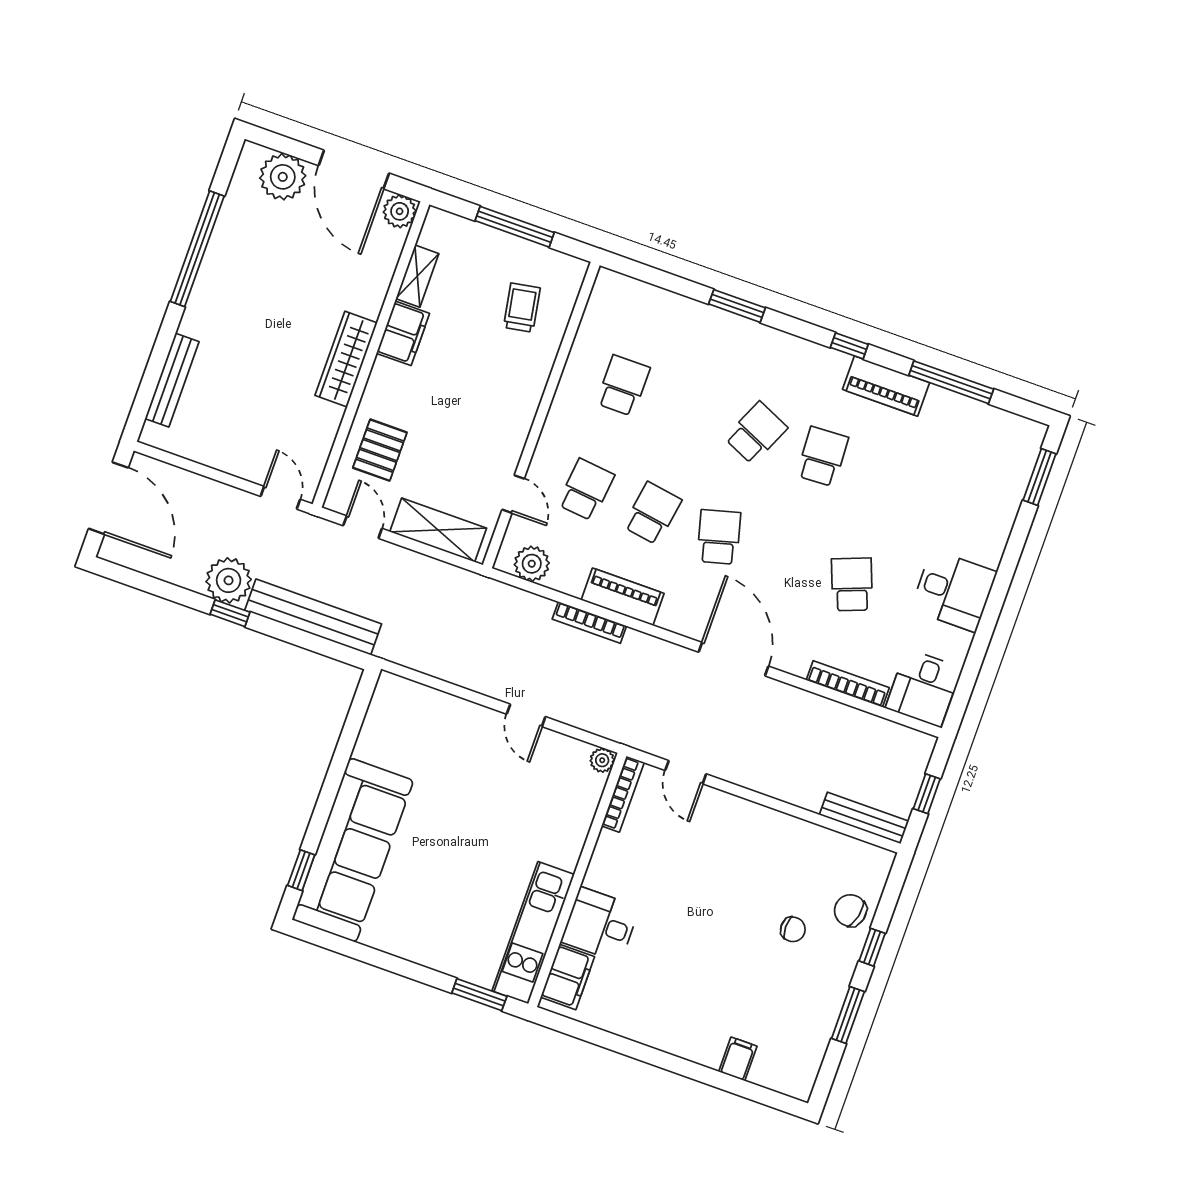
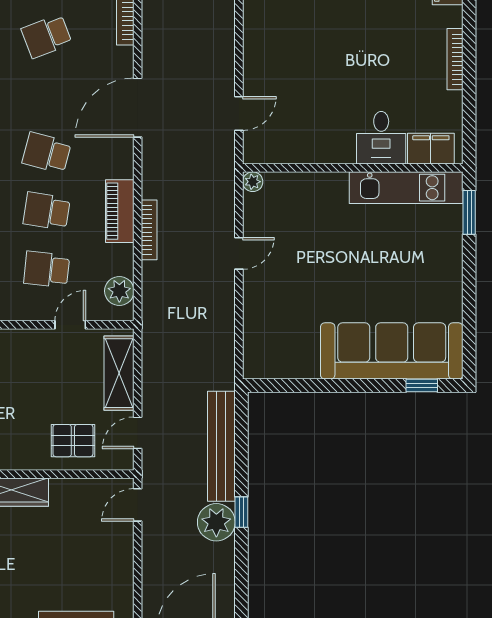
school desk: (719, 537) -> (47, 153), turned 30
bookcase: (623, 794) -> (455, 59), moved, turned -90

